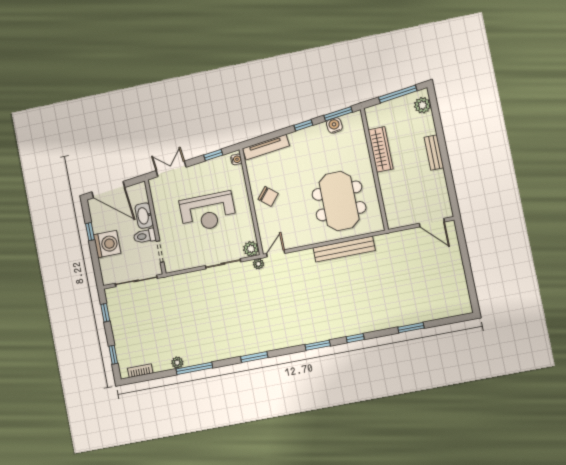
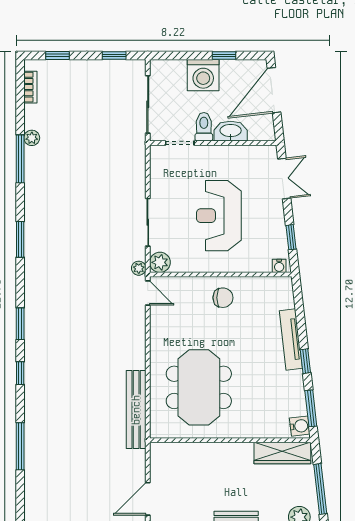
water cooler: (334, 125) -> (300, 426), moved
tv unit: (266, 147) -> (291, 340), moved
wardrobe: (380, 149) -> (282, 453), moved
chair: (268, 196) -> (223, 298), turned -130
meeting table: (339, 201) -> (199, 387), turned 90
bench: (344, 249) -> (136, 410), moved
window: (411, 328) -> (20, 446), width x1.44

